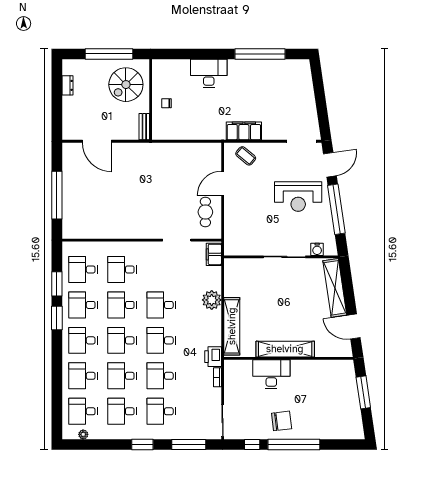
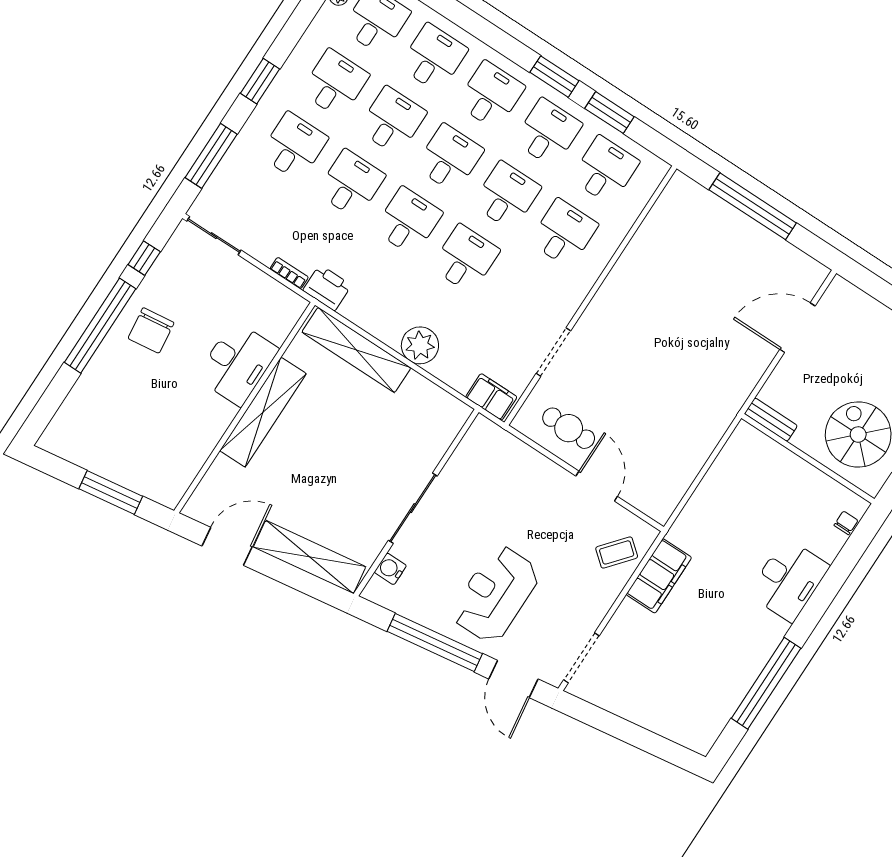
chair: (167, 103) -> (846, 523), moved

